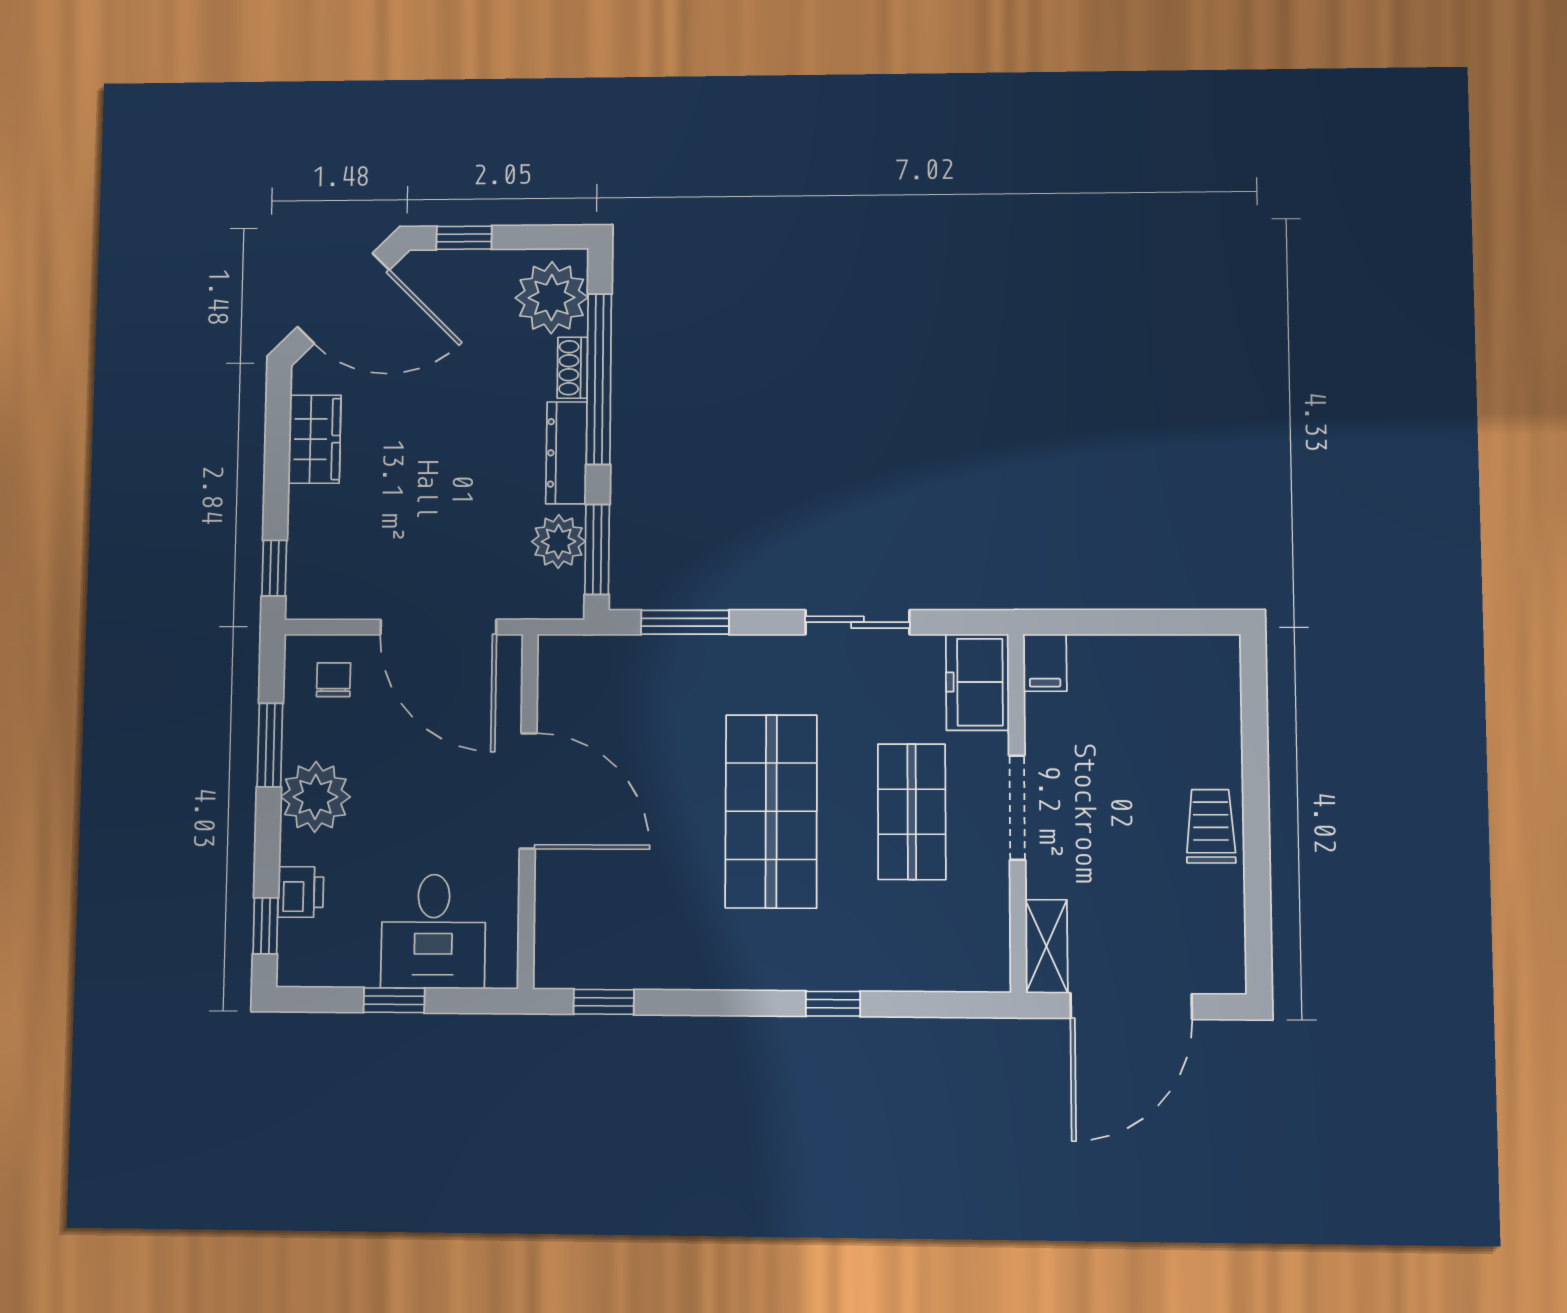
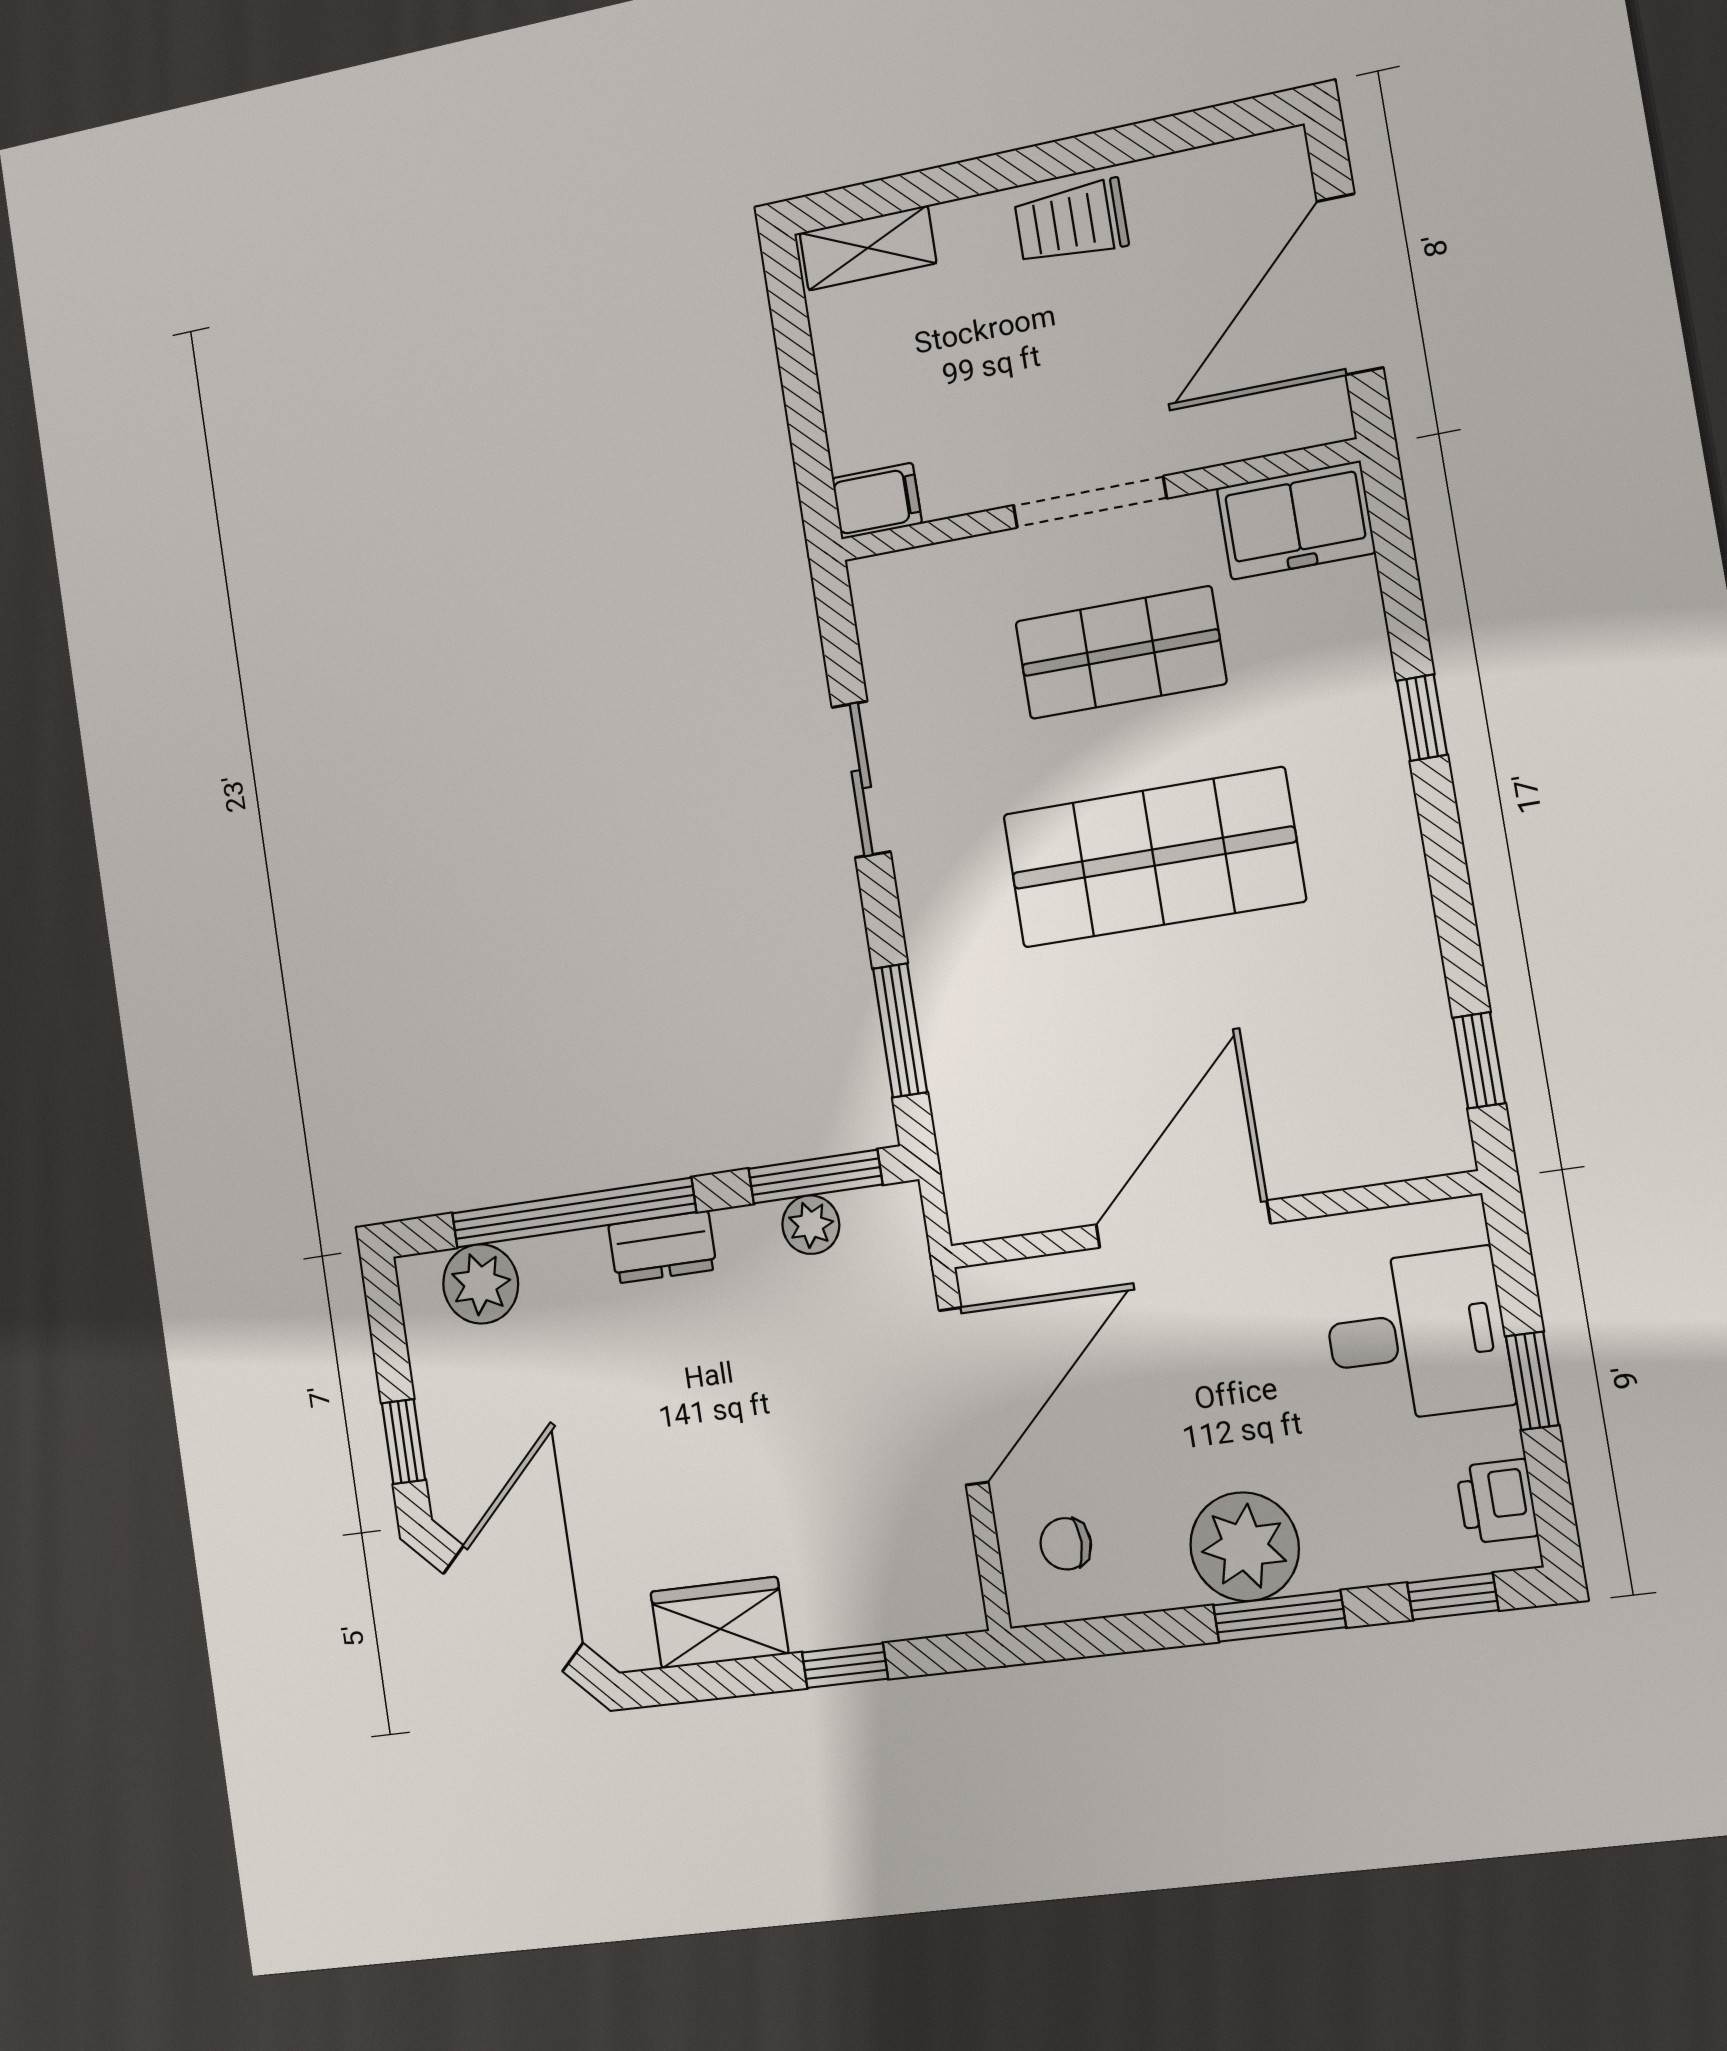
plant: (552, 298) -> (481, 1284), width x0.73, depth x0.73
shoe rack: (572, 368) -> (563, 1254), removed
dresser: (566, 453) -> (662, 1247), width x0.70
plant: (559, 541) -> (811, 1225), width x0.73, depth x0.73
window: (274, 568) -> (845, 1666), moved
freezer: (977, 682) -> (1296, 520), moved
window: (270, 745) -> (1279, 1616), moved
printer: (301, 892) -> (1497, 1501), moved, turned -90
shelving: (1046, 946) -> (868, 248), moved
door: (1131, 1006) -> (1350, 284), swing flipped

